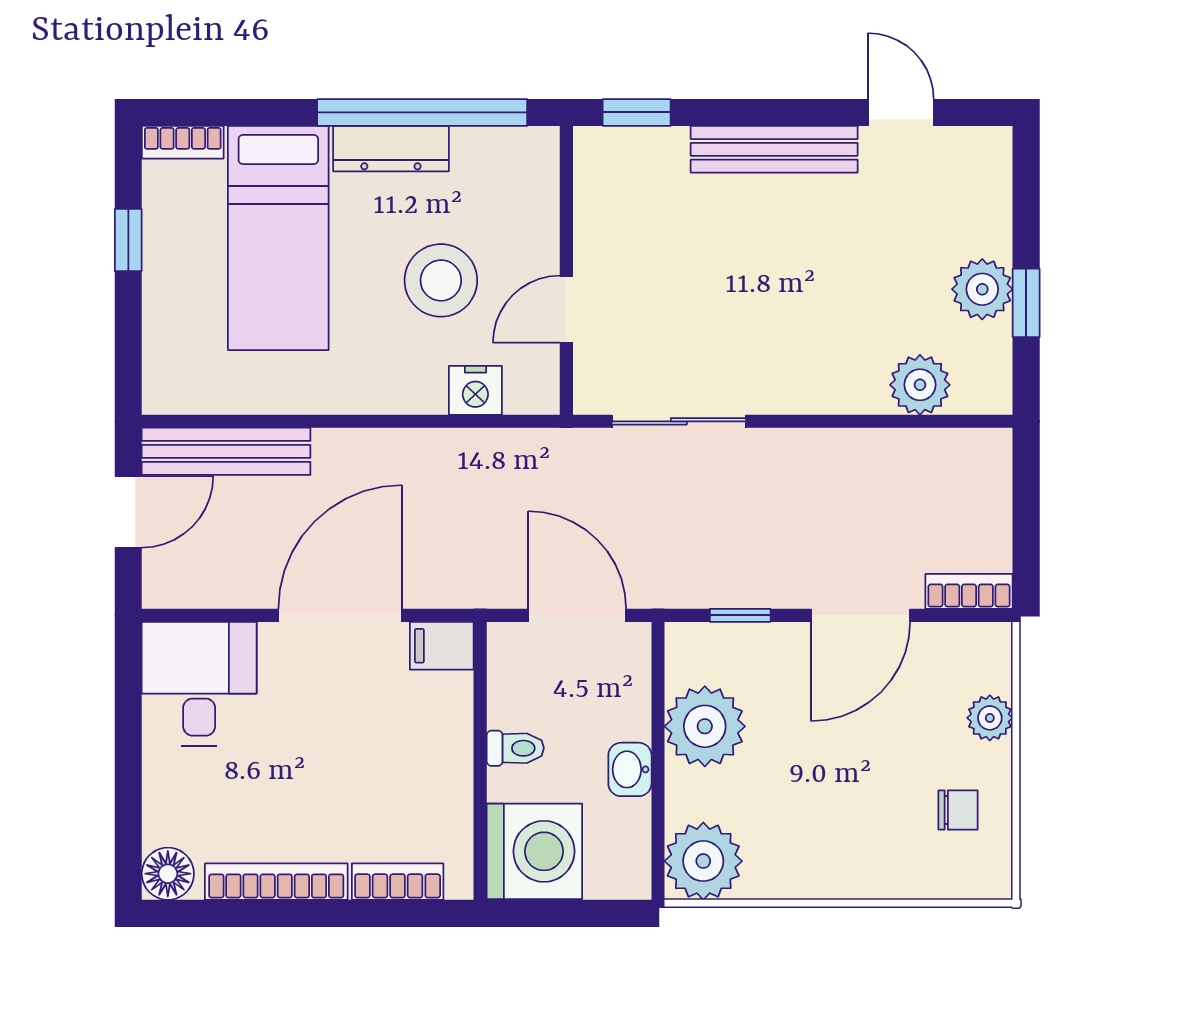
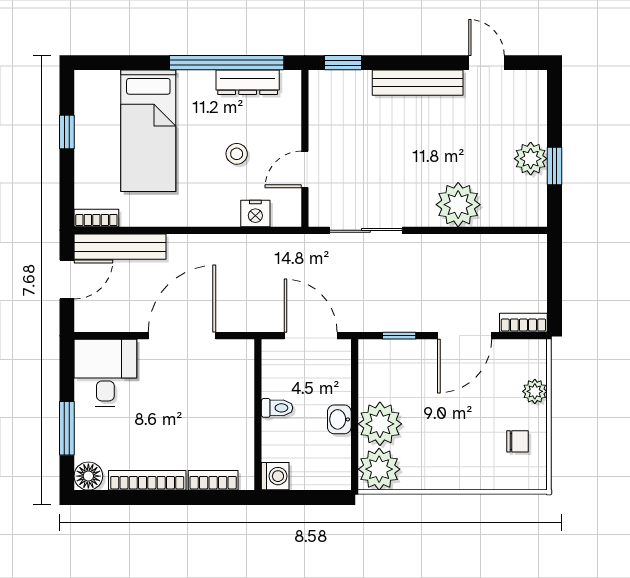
bookcase: (183, 142) -> (96, 218), moved, turned 180
dresser: (391, 149) -> (248, 82), moved
stool: (441, 280) -> (237, 154), width x0.53, depth x0.53
plant: (920, 385) -> (458, 205), moved, width x1.36, depth x1.36
filing cabinet: (442, 646) -> (237, 352), removed
plant: (705, 726) -> (380, 424), moved
window: (128, 786) -> (67, 428), added
washing machine: (534, 851) -> (275, 476), width x0.53, depth x0.53

